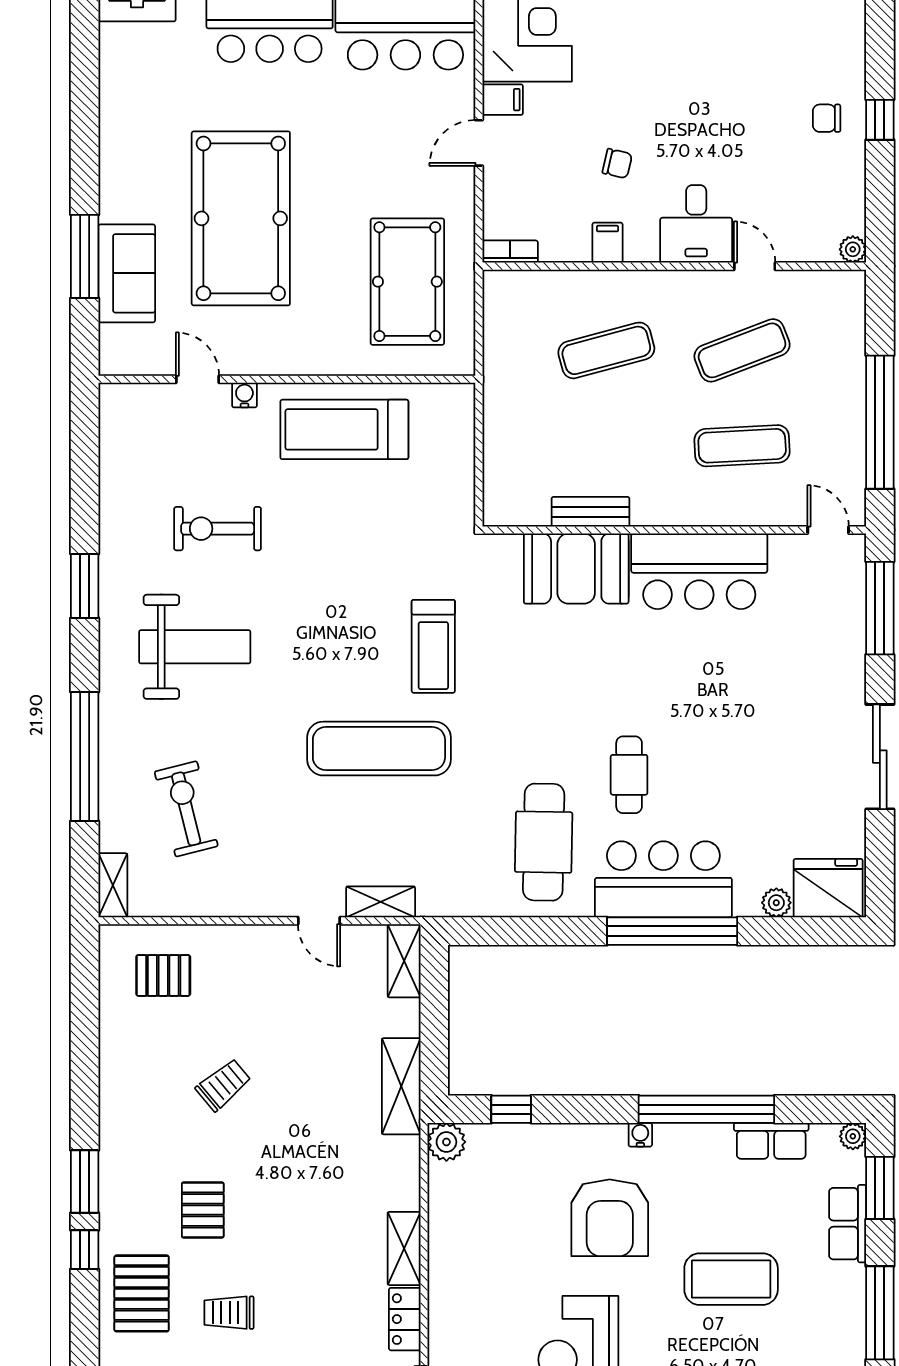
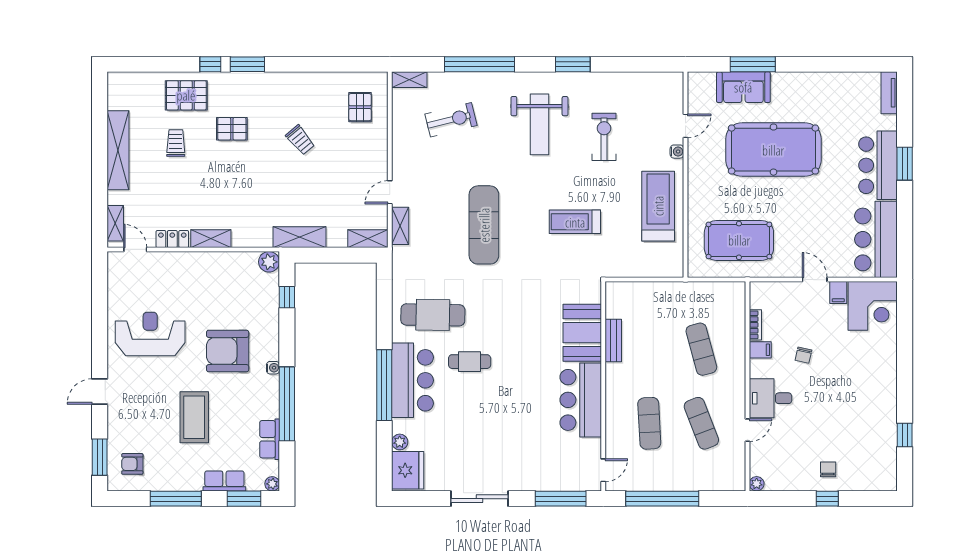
bookcase: (510, 252) -> (755, 325), moved
treadmill: (433, 646) -> (575, 222), moved

